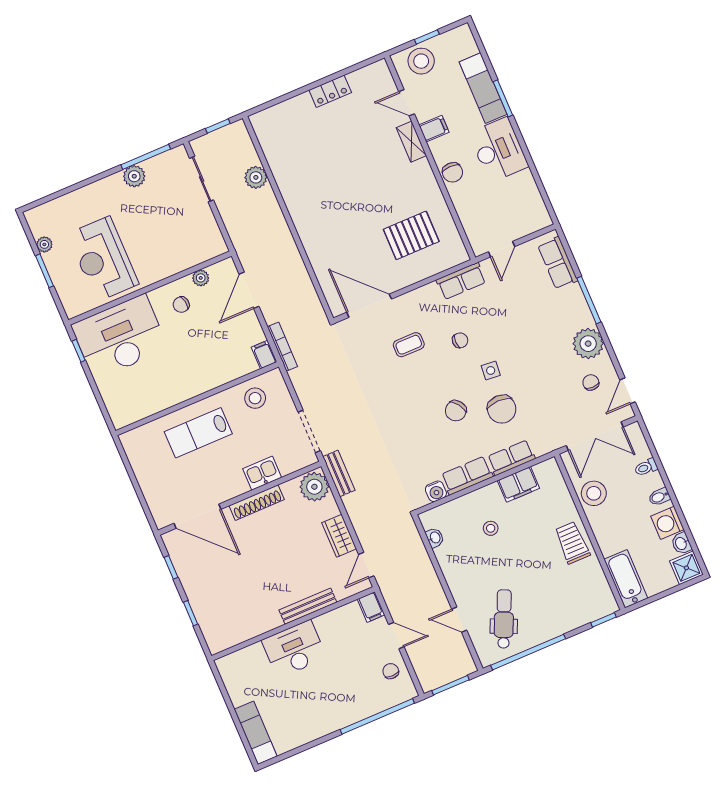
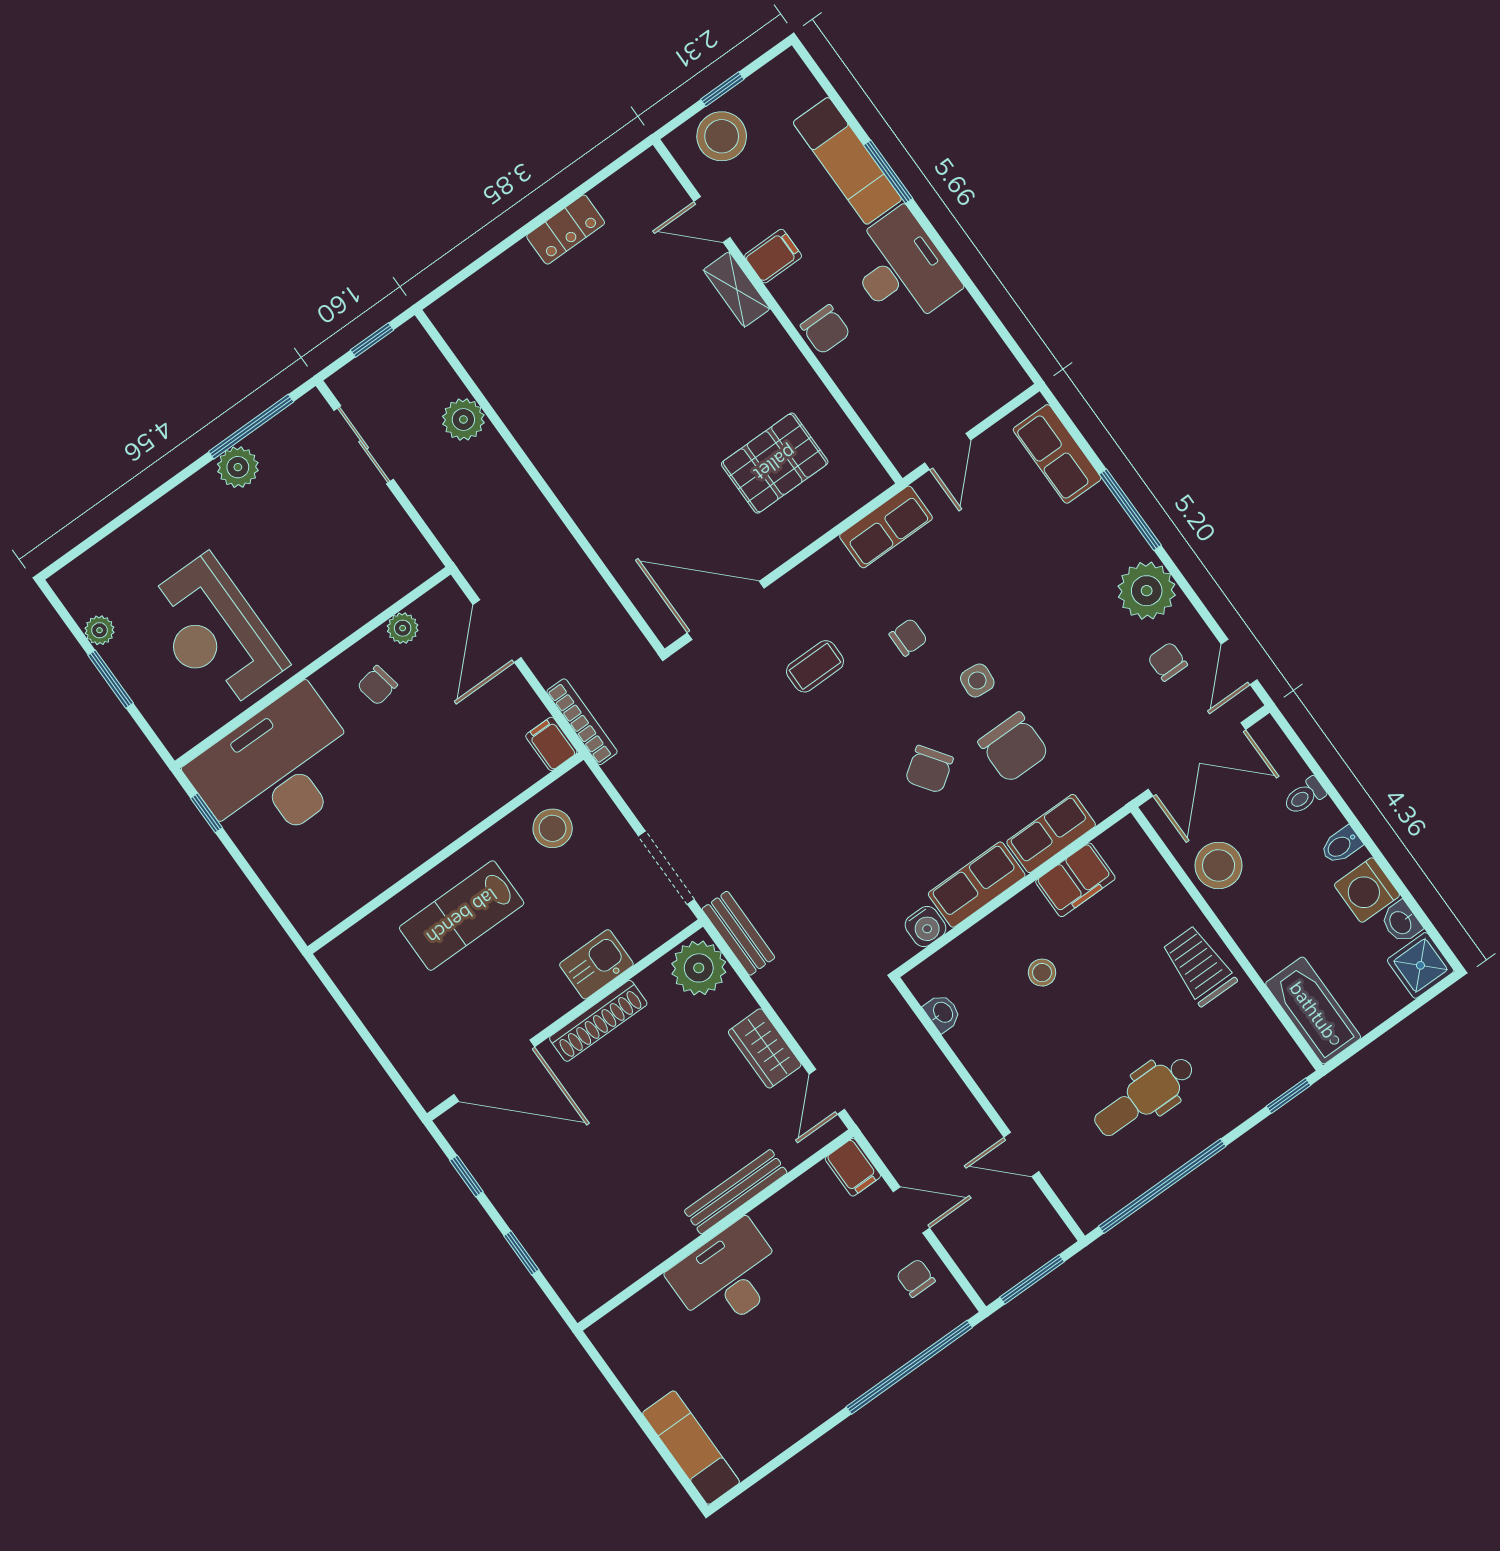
dental chair: (504, 619) -> (1144, 1096), moved, turned -114

